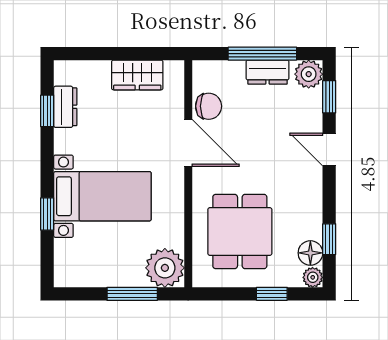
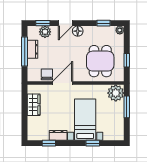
plant: (309, 74) -> (45, 32), moved
dresser: (65, 107) -> (58, 135), moved
dining table: (240, 232) -> (100, 61), turned 90
floor lamp: (310, 253) -> (78, 31), moved
window: (272, 294) -> (127, 60), moved

